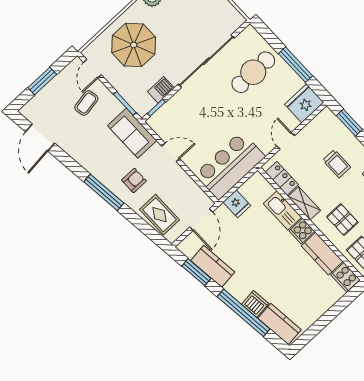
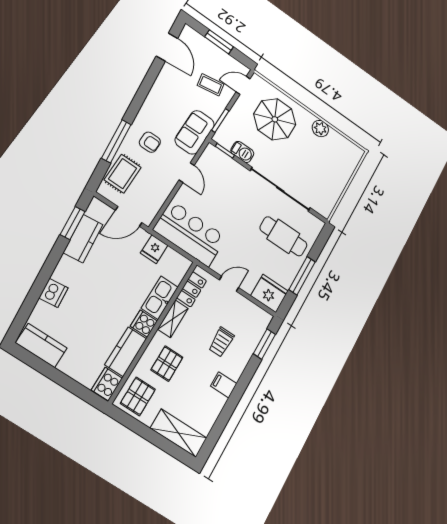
door: (40, 137) -> (167, 47), swing flipped
window: (104, 192) -> (116, 141), moved
window: (244, 313) -> (41, 283), removed
kitchen counter: (279, 324) -> (41, 345), moved, turned -84

